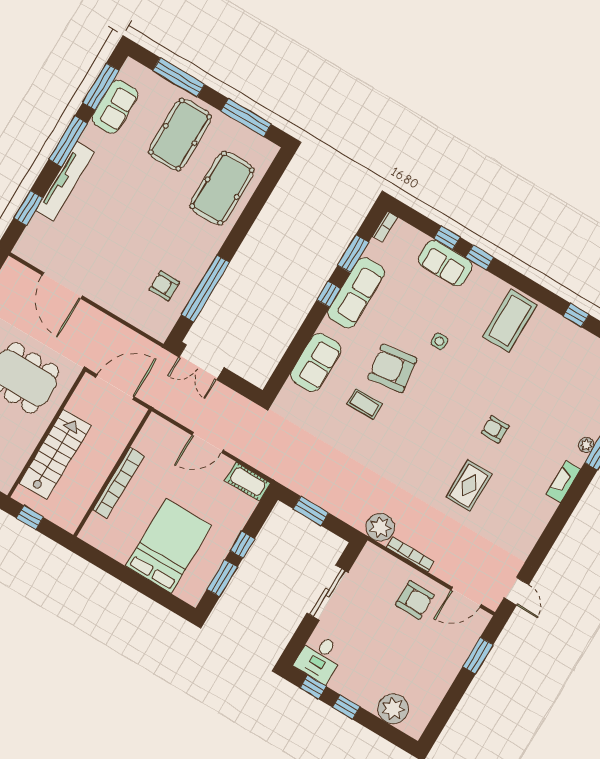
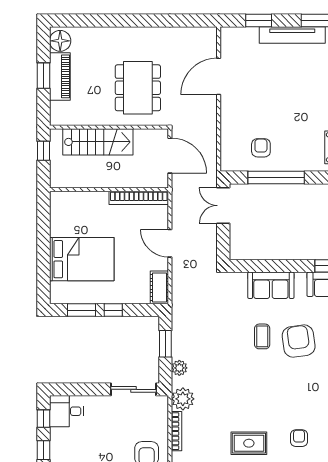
bookcase: (118, 483) -> (139, 198), moved
plant: (345, 511) -> (179, 368), added
sliding door: (327, 593) -> (133, 389), moved

